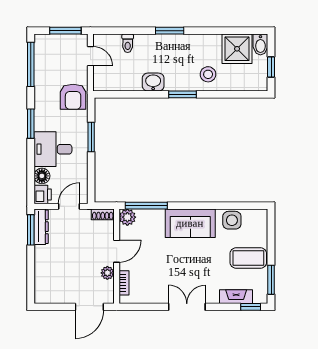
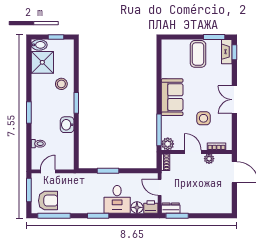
armchair: (73, 97) -> (48, 201), moved
side table: (232, 220) -> (203, 118), moved
dresser: (41, 227) -> (171, 208), width x0.70
fireplace: (236, 297) -> (227, 52), moved

